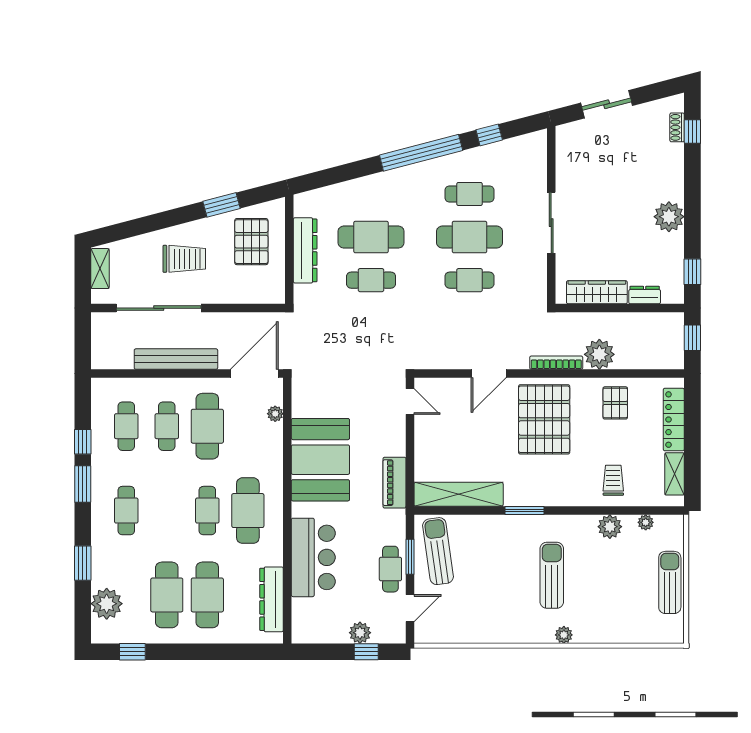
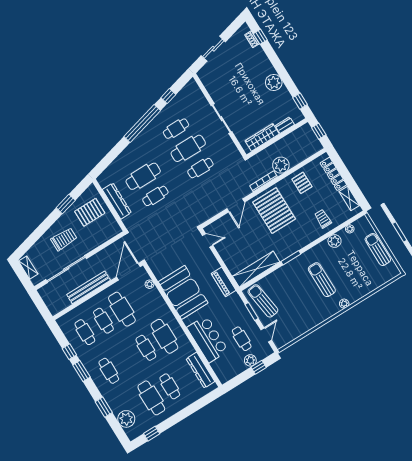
pallet: (251, 242) -> (90, 212), turned 90
cafe table: (390, 569) -> (242, 339), moved
cafe table: (207, 595) -> (170, 386), width x0.73, depth x0.74

